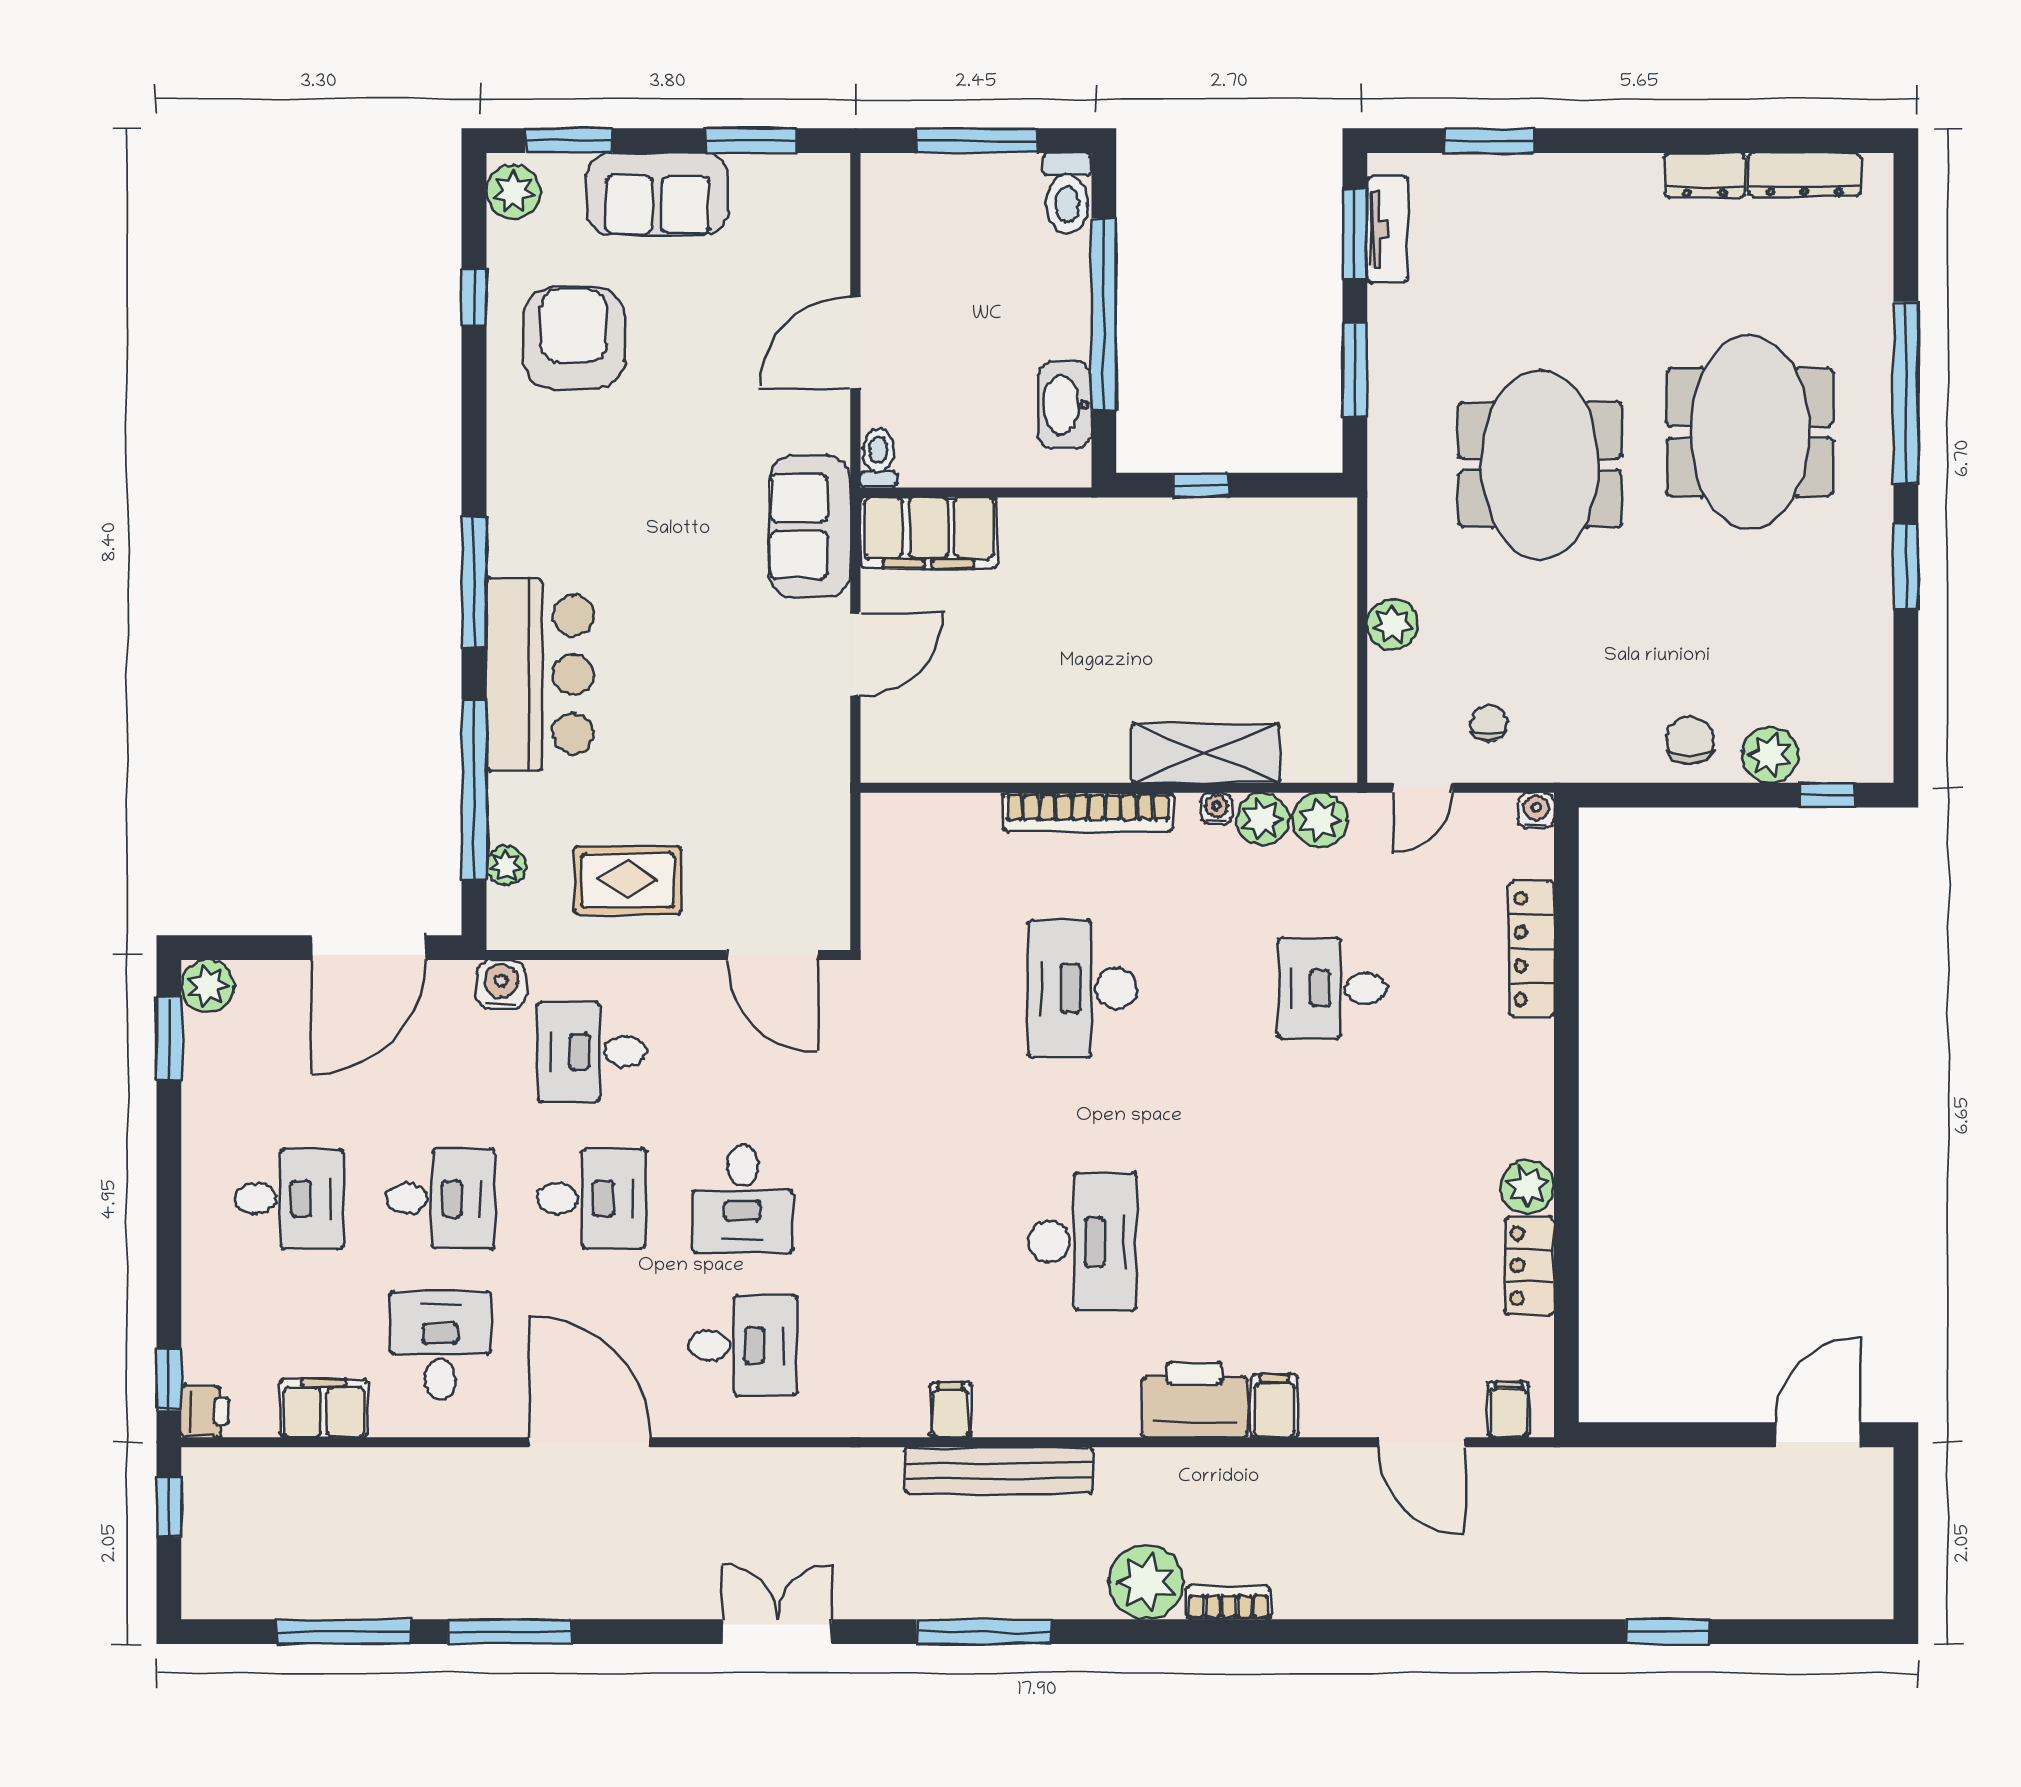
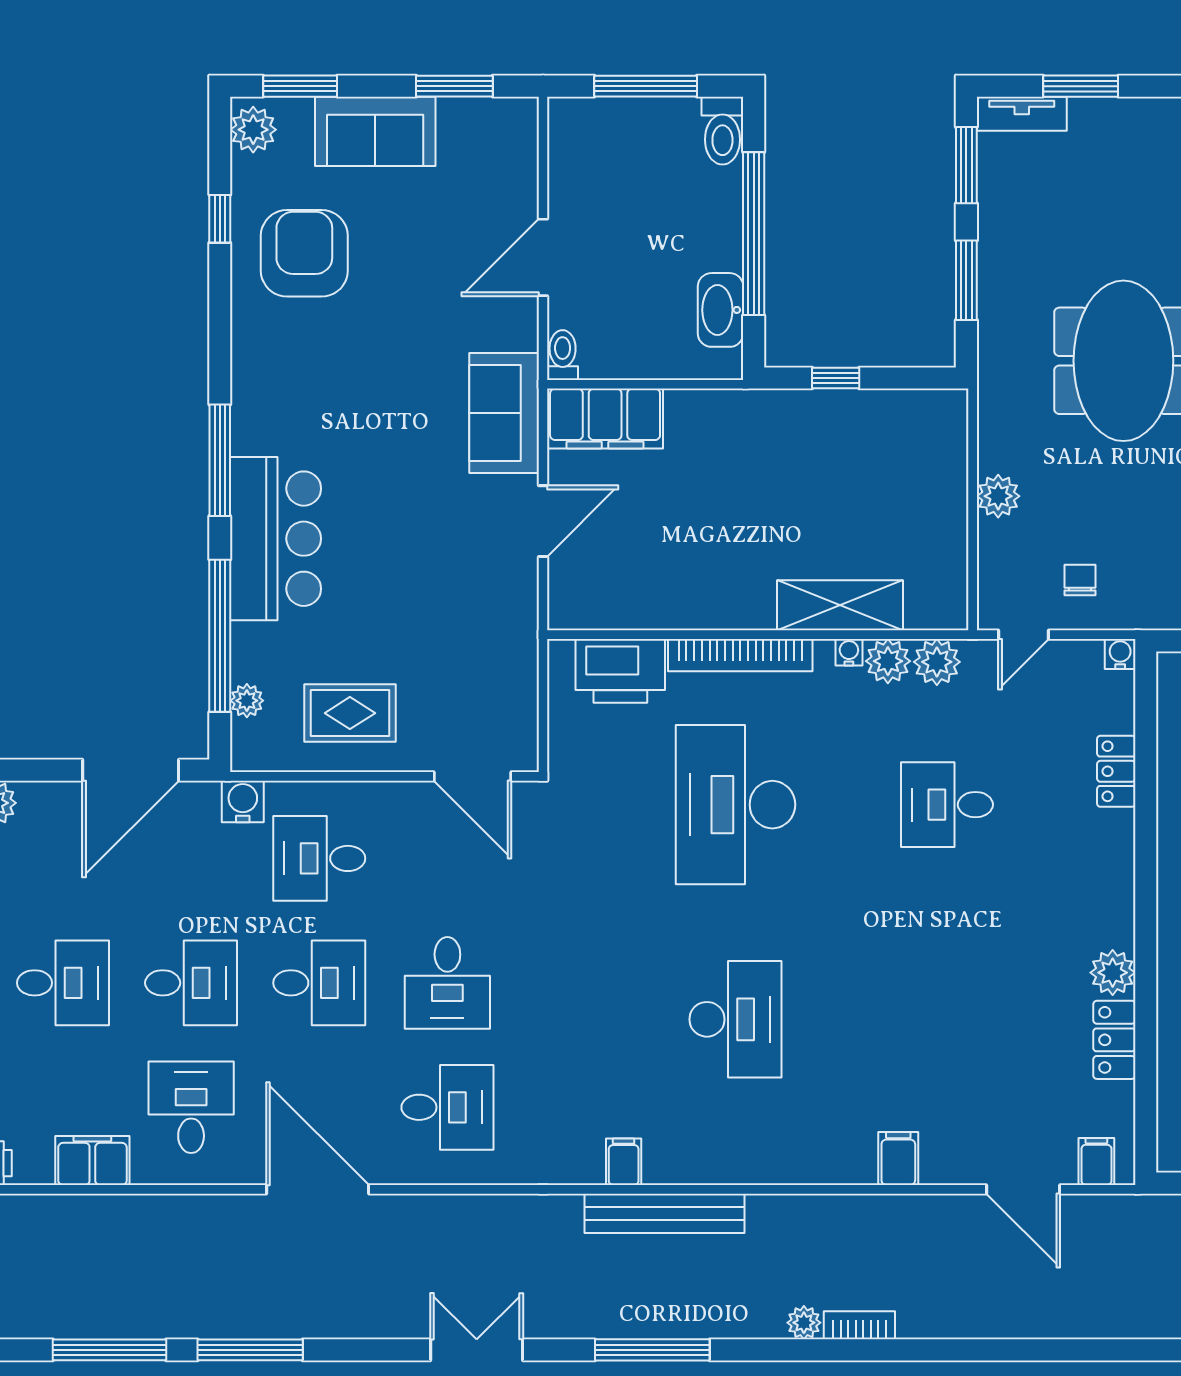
tv unit: (1387, 229) -> (1022, 114), moved, turned 90
locker: (1532, 949) -> (1116, 771), width x0.66
desk: (1082, 988) -> (735, 805), width x1.36, depth x1.30
printer: (1194, 1399) -> (620, 671), moved, turned 180
plant: (1146, 1582) -> (804, 1323), width x0.53, depth x0.53

